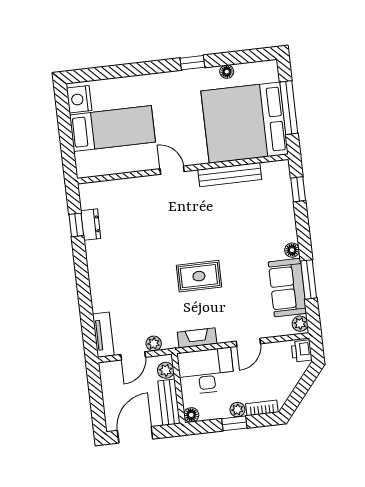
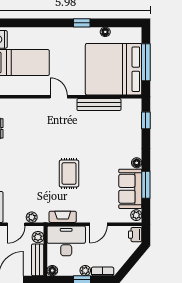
rug: (199, 276) -> (69, 173), turned 90

